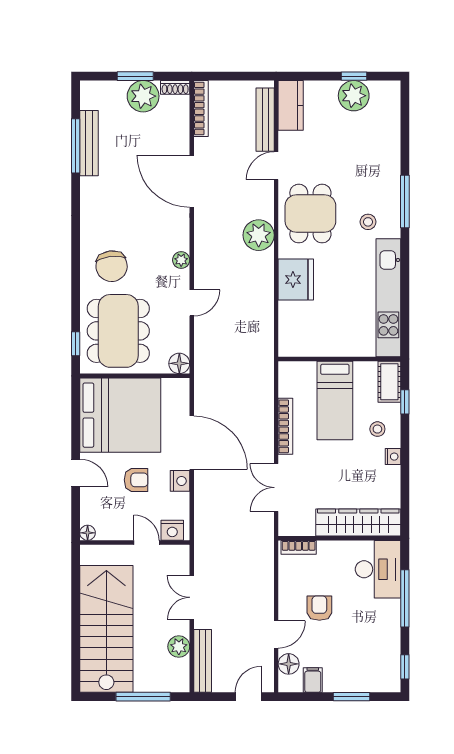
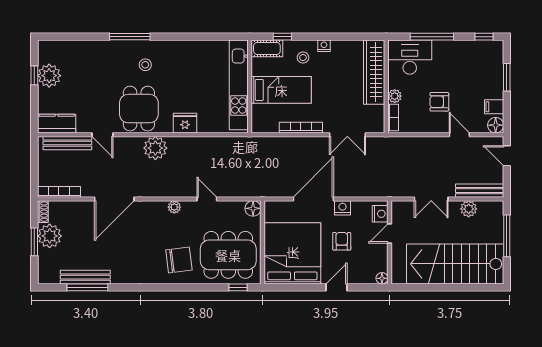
dining table: (310, 214) -> (139, 109), turned 90
fridge: (296, 280) -> (185, 123), width x0.73, depth x0.75
kitchen unit: (388, 298) -> (239, 85), moved, turned 90
plant: (327, 549) -> (395, 96), added
floor lamp: (289, 664) -> (496, 125), moved

